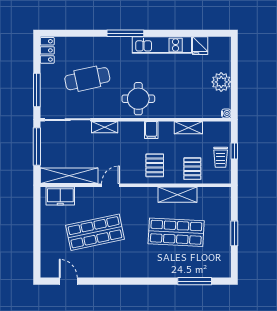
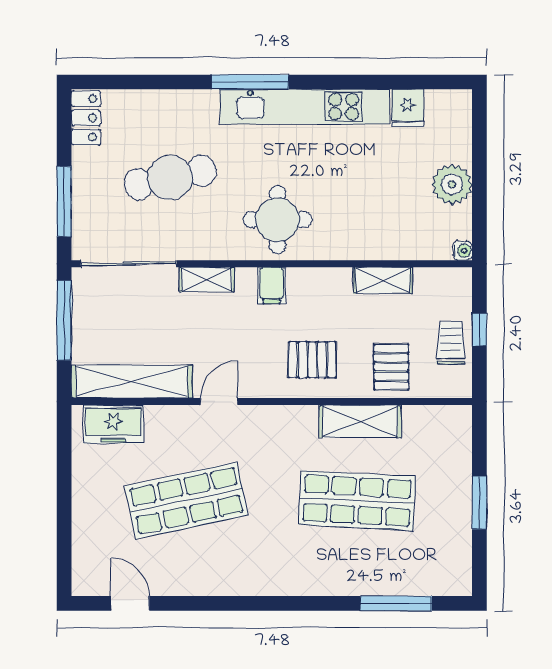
kitchen unit: (162, 45) -> (305, 107), width x1.36
filing cabinet: (151, 130) -> (272, 285), moved
trolley: (221, 157) -> (451, 343), turned 180
pallet: (155, 165) -> (312, 360), turned 90

